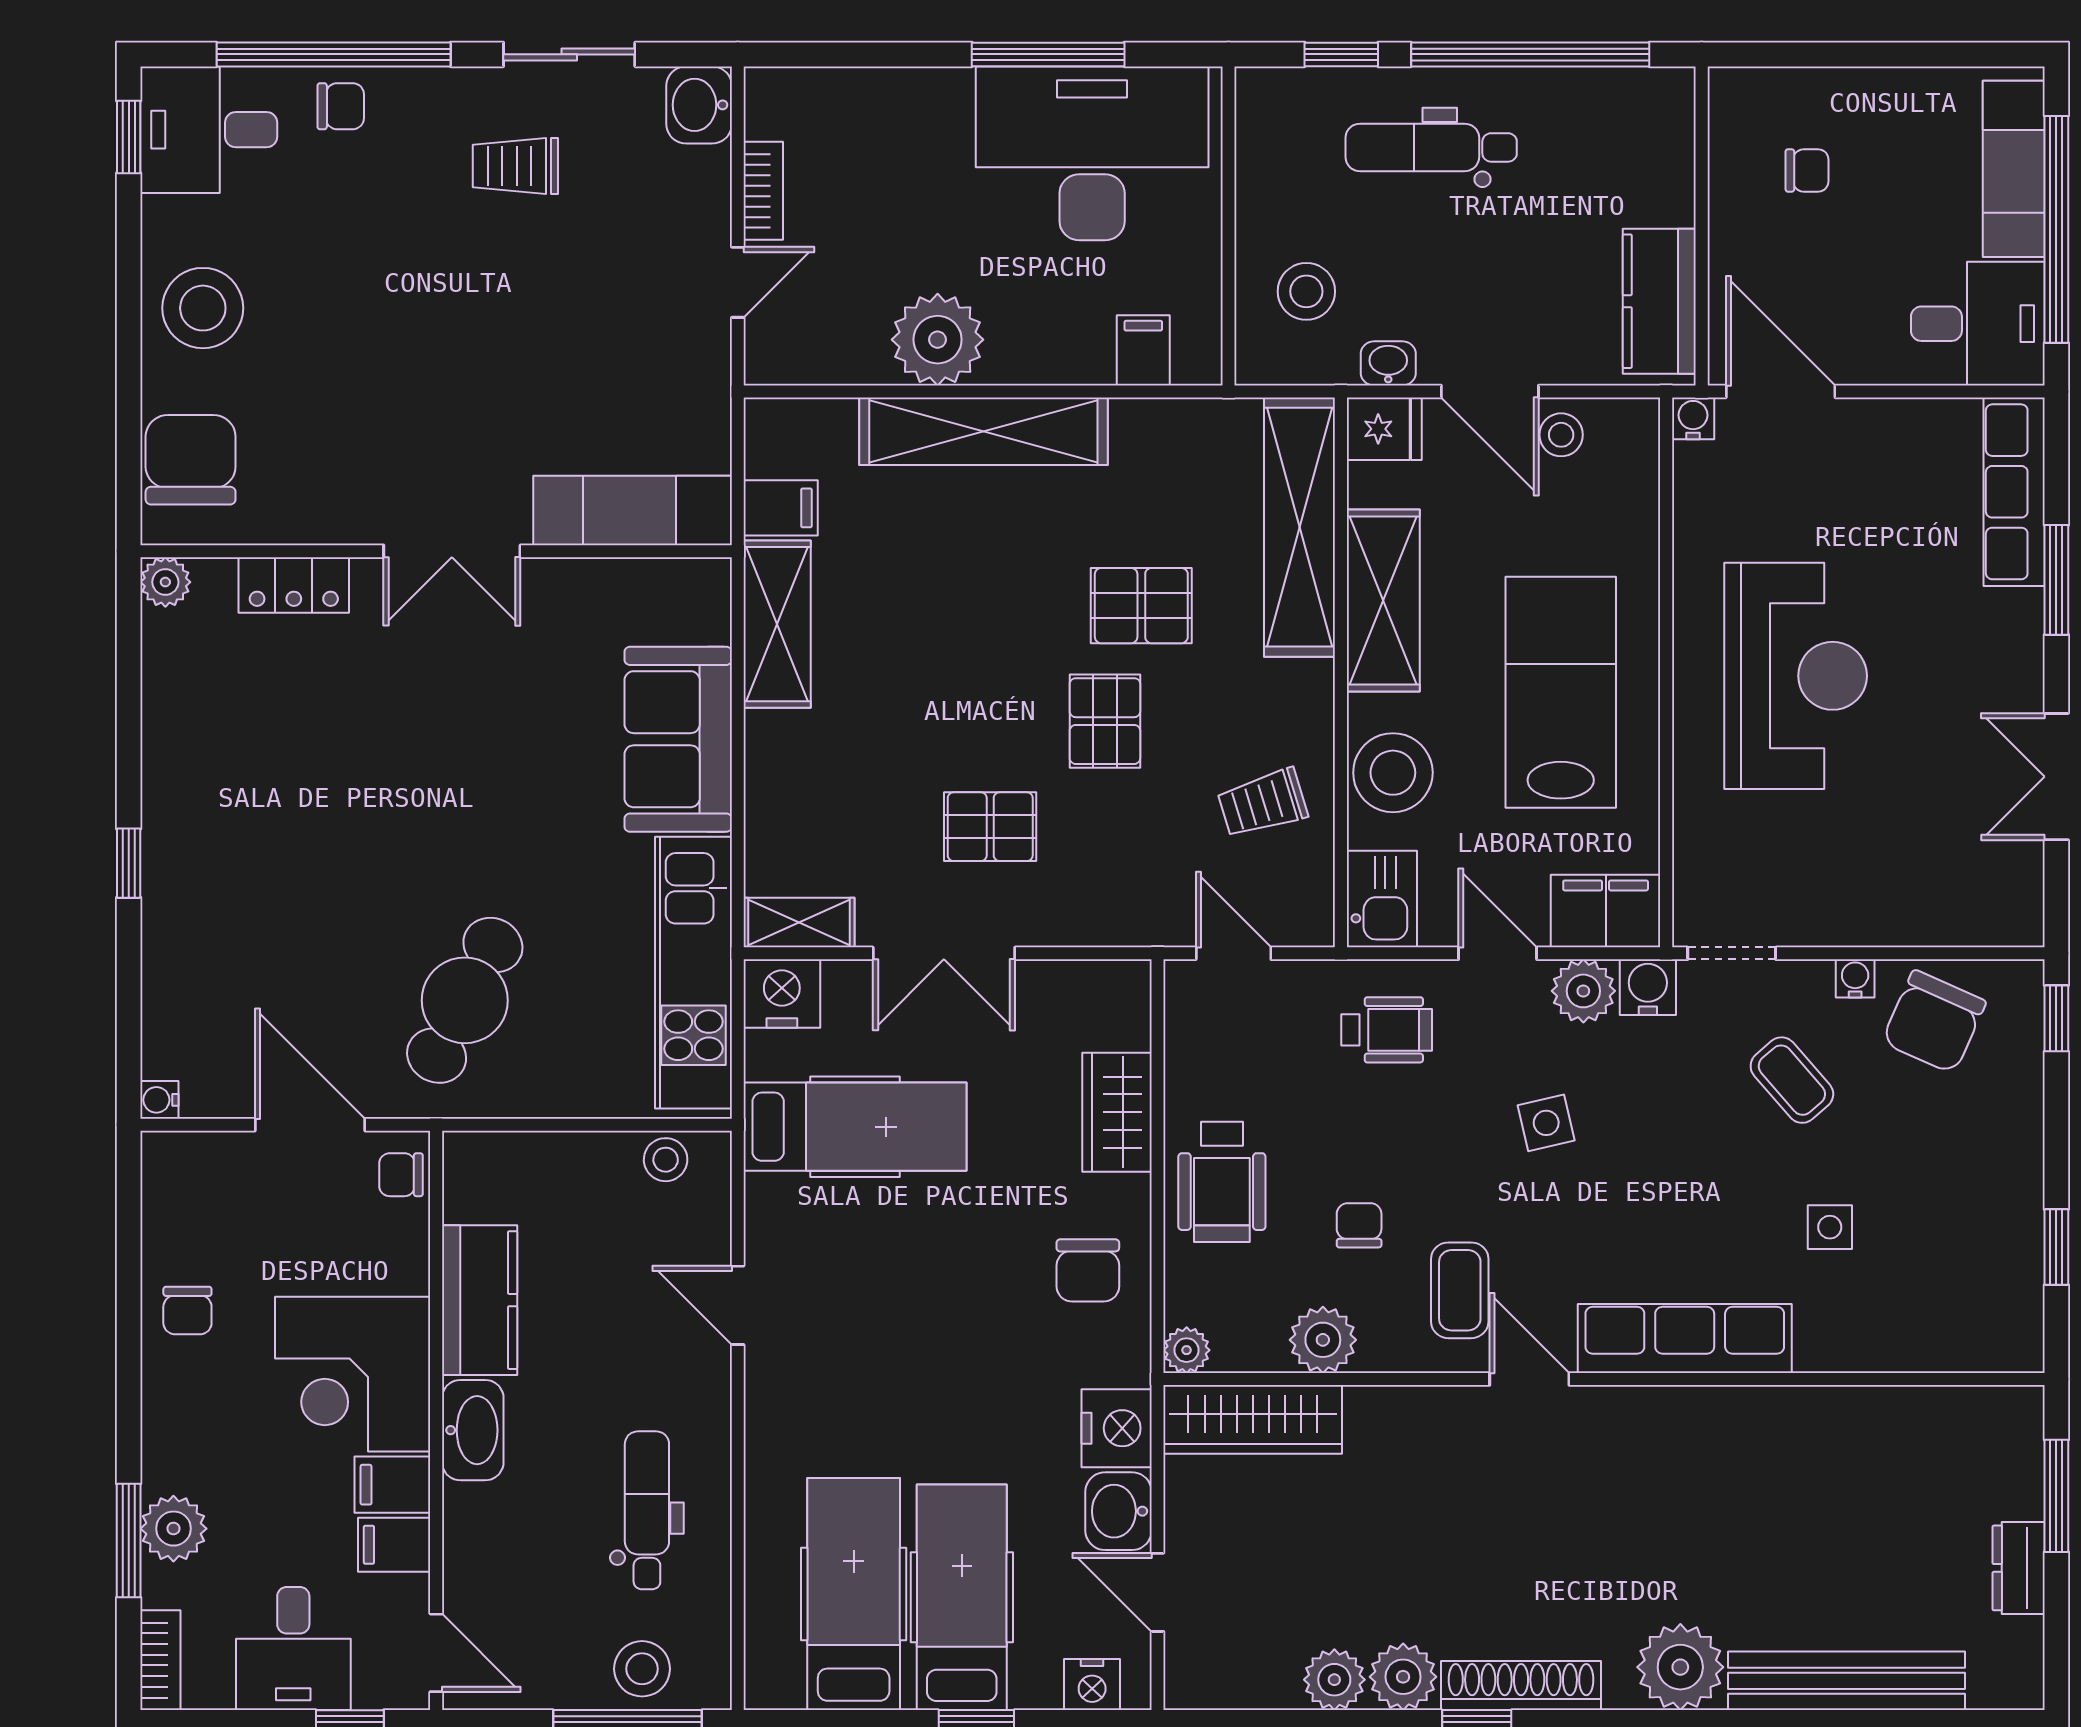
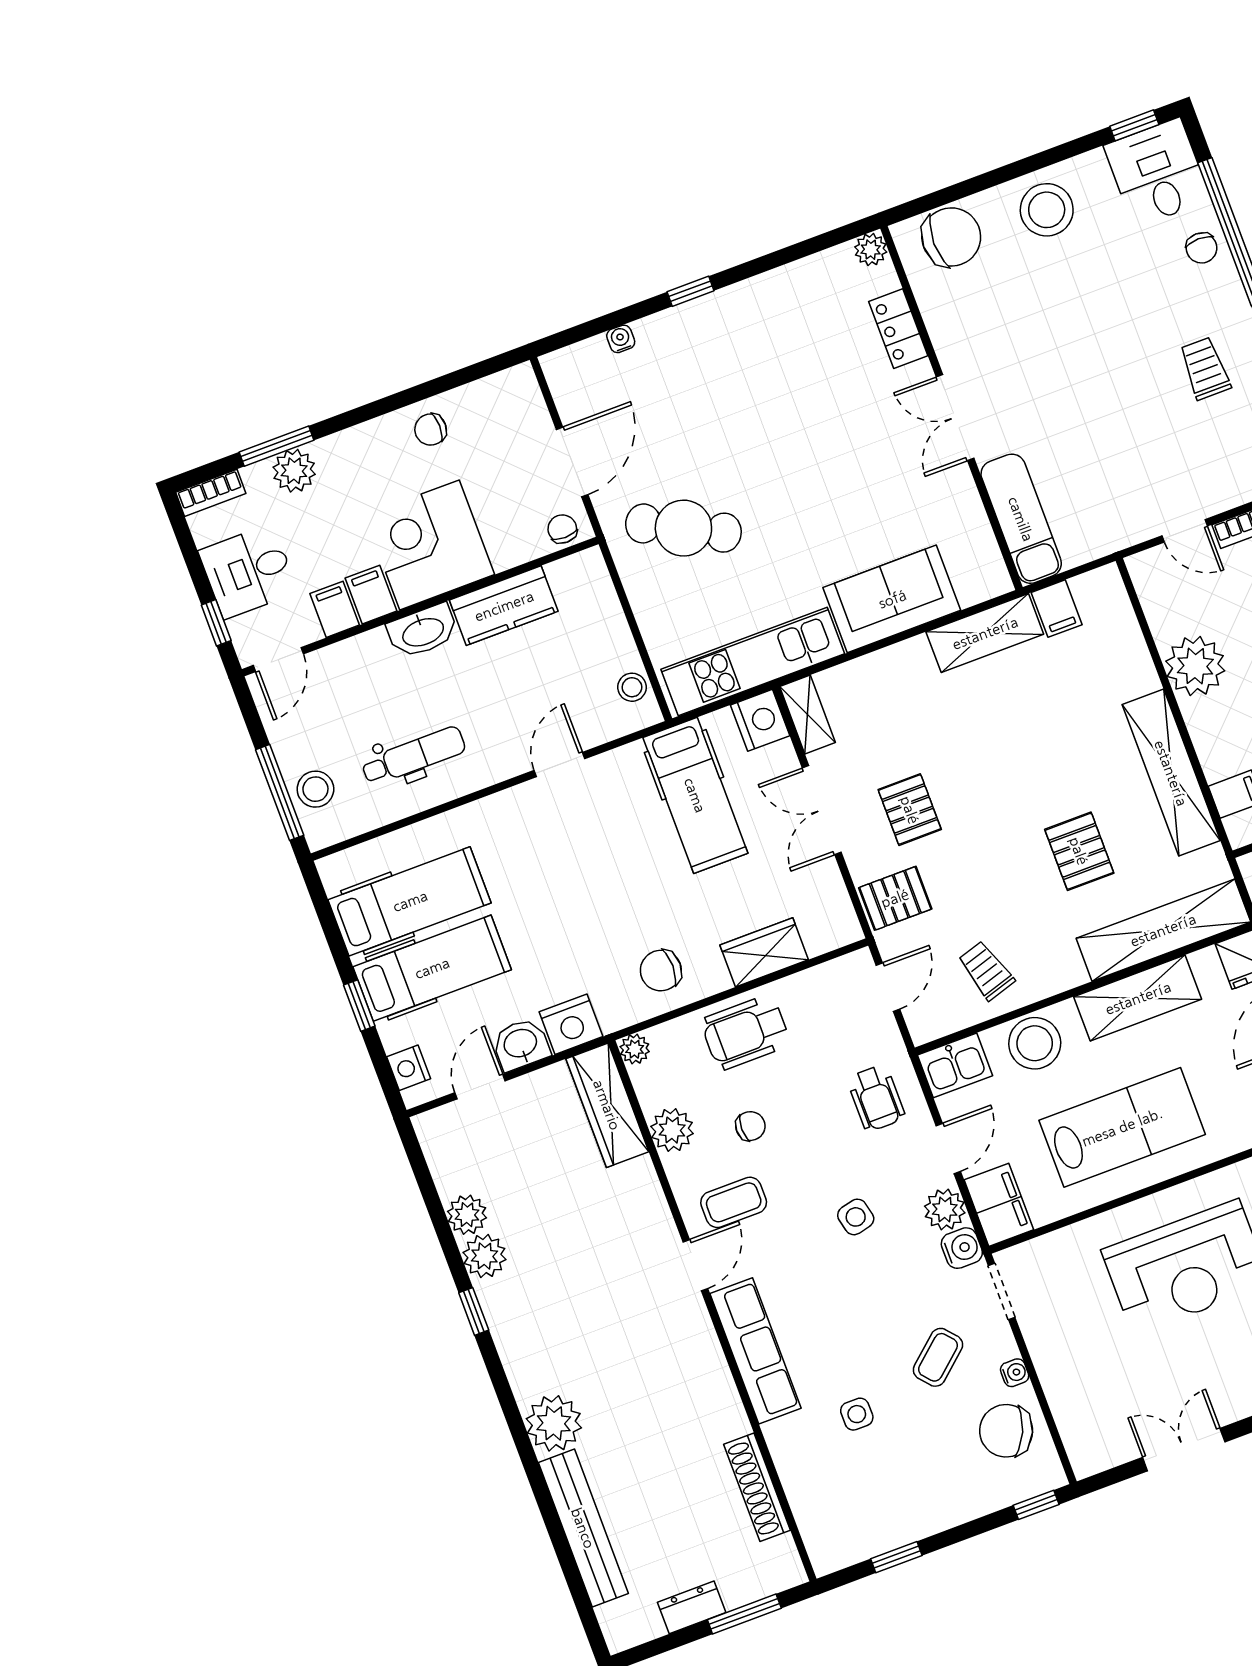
shelving: (983, 431) -> (1171, 773), moved
pallet: (1105, 721) -> (895, 898), moved
water cooler: (159, 1100) -> (621, 339), moved
shoe rack: (1521, 1686) -> (757, 1487), moved, turned 180

